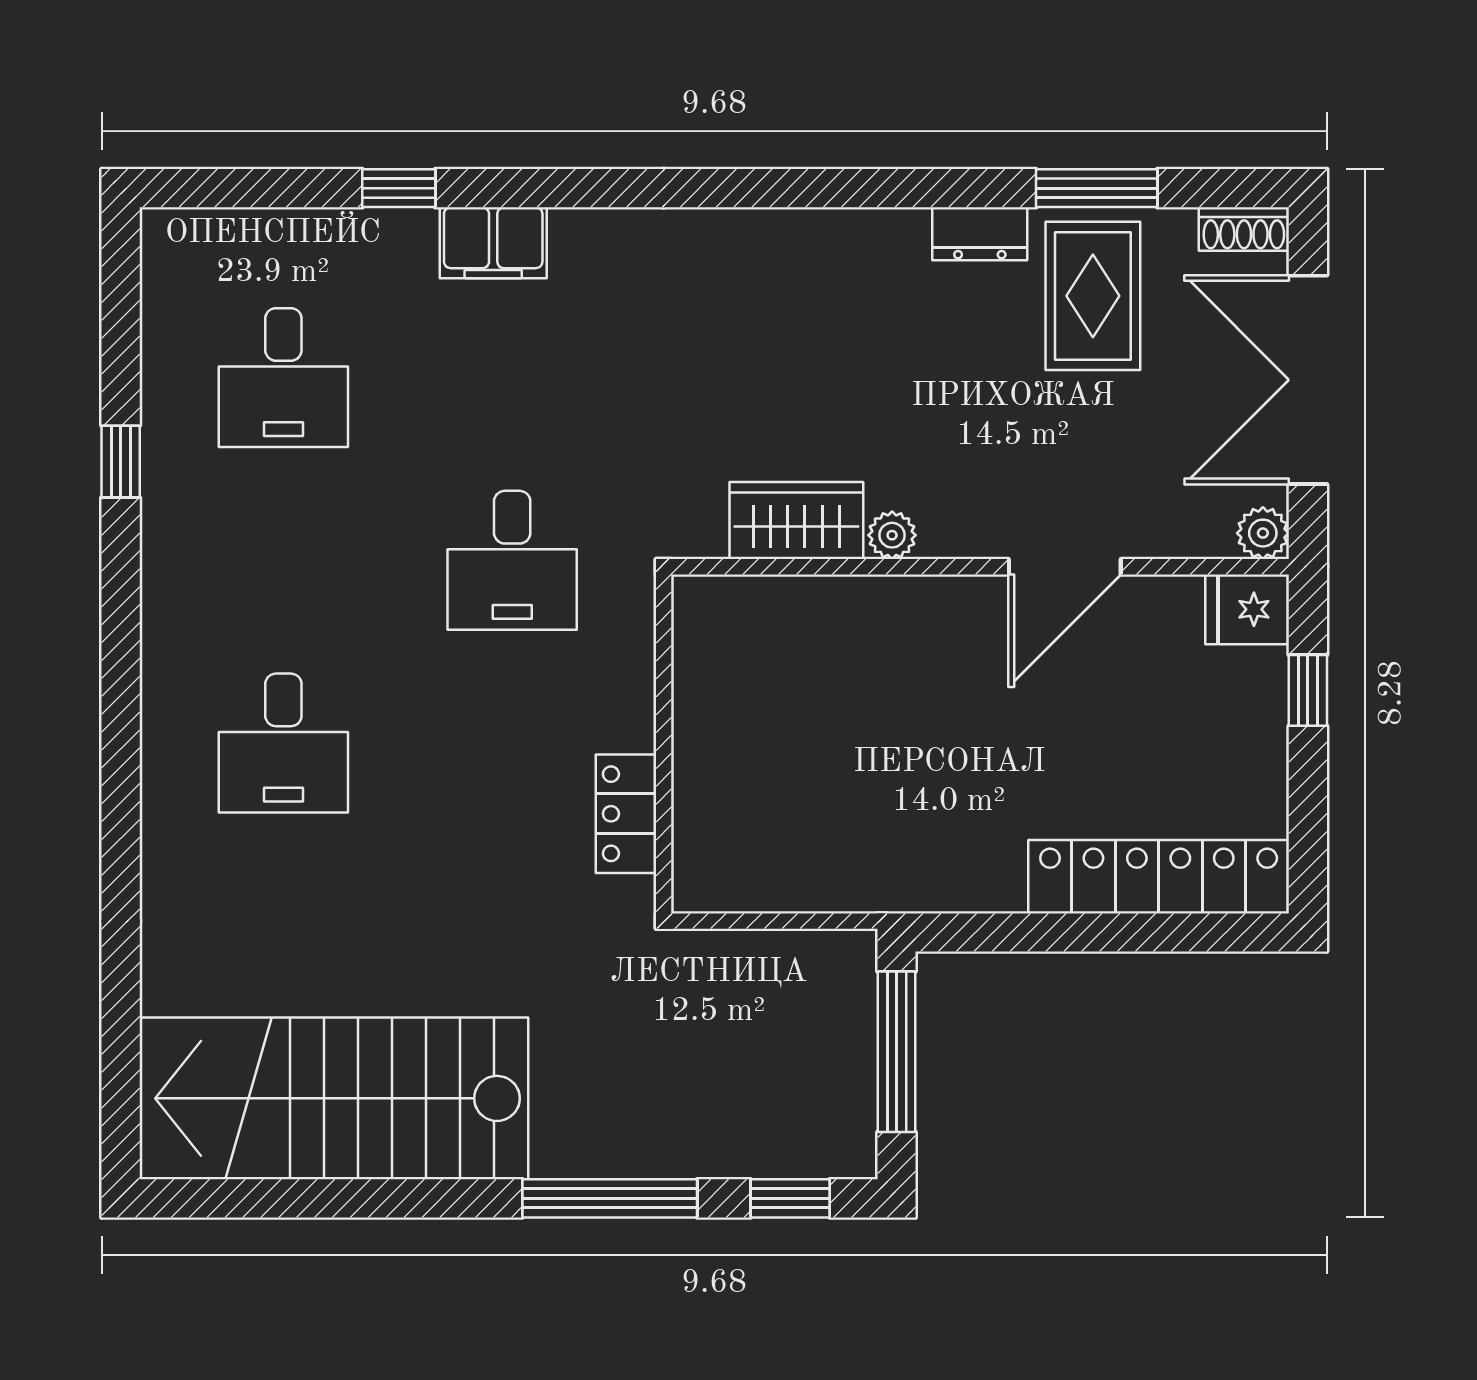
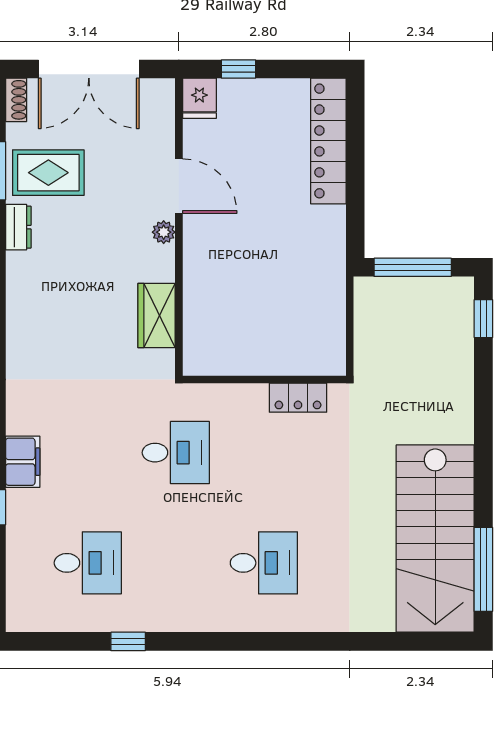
plant: (1263, 533) -> (163, 91), removed
plant: (892, 535) -> (164, 232), moved
window: (610, 1198) -> (483, 569), moved

